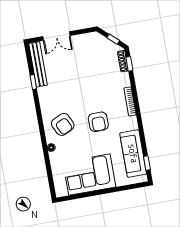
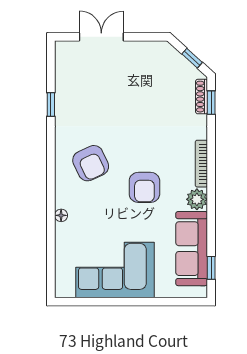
double door: (56, 36) -> (101, 37), swing flipped
bench: (38, 64) -> (64, 77), removed
plant: (131, 123) -> (197, 199), added
armchair: (63, 124) -> (91, 163), moved

